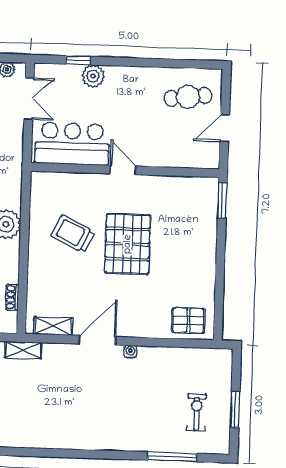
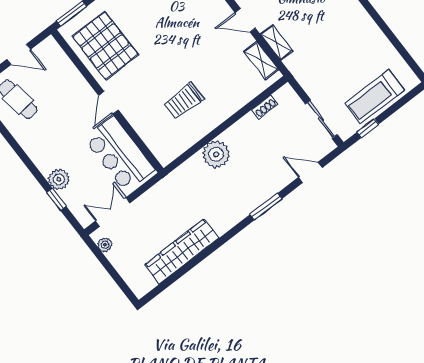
trolley: (73, 234) -> (184, 101), turned 64
pallet: (128, 244) -> (105, 46), moved, turned 90
door: (97, 340) -> (245, 20), width x0.73
shelving: (23, 350) -> (277, 43), moved

